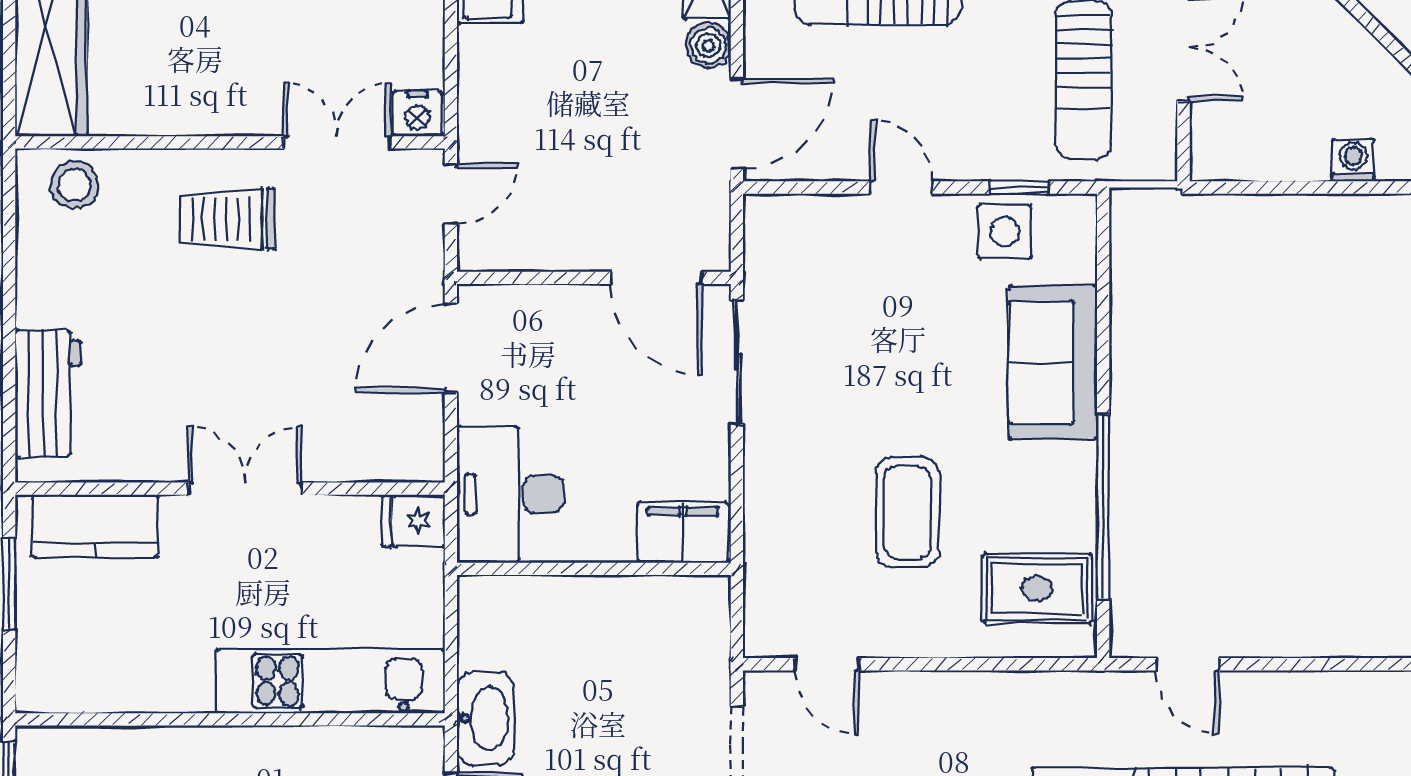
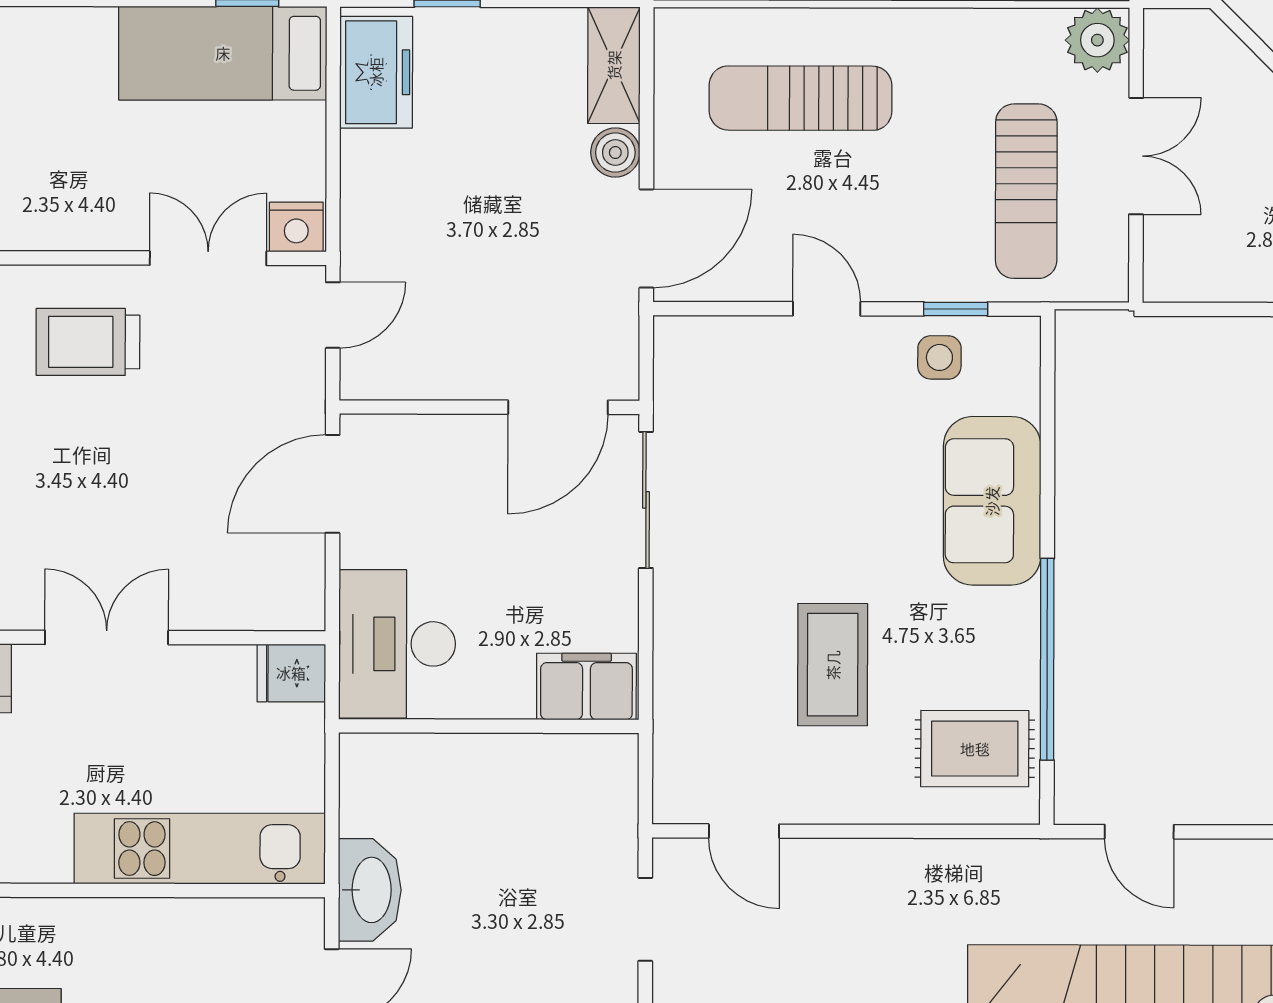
side table: (1004, 232) -> (939, 357), width x0.73, depth x0.73
door: (656, 278) -> (558, 407), hinge flipped

